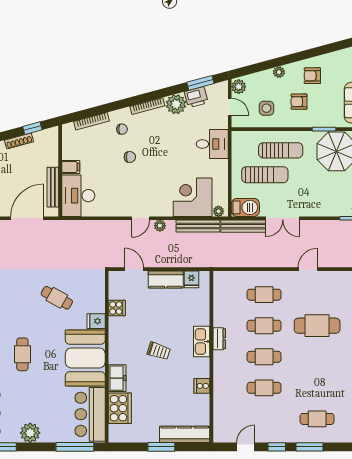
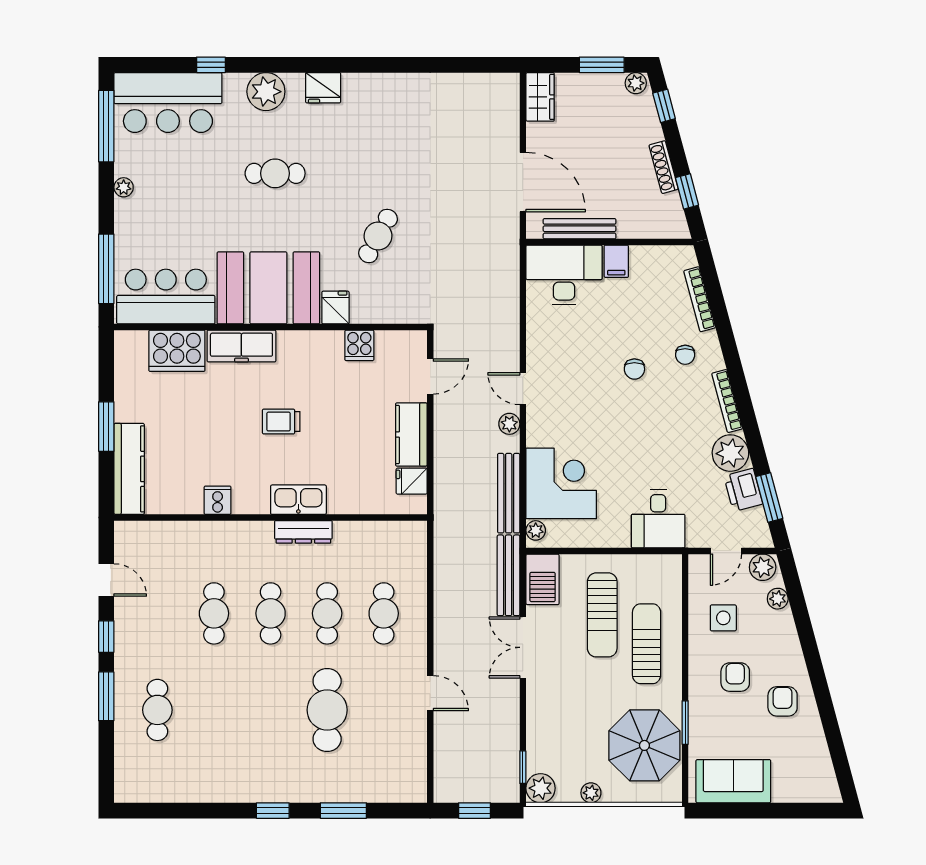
plant: (279, 72) -> (778, 599), moved
sun lounger: (281, 150) -> (647, 644), turned 180
dresser: (219, 339) -> (303, 532), width x1.44
trolley: (159, 351) -> (281, 422), turned 72
freezer: (117, 378) -> (241, 346), width x1.40
plant: (30, 433) -> (124, 187), width x0.53, depth x0.53

